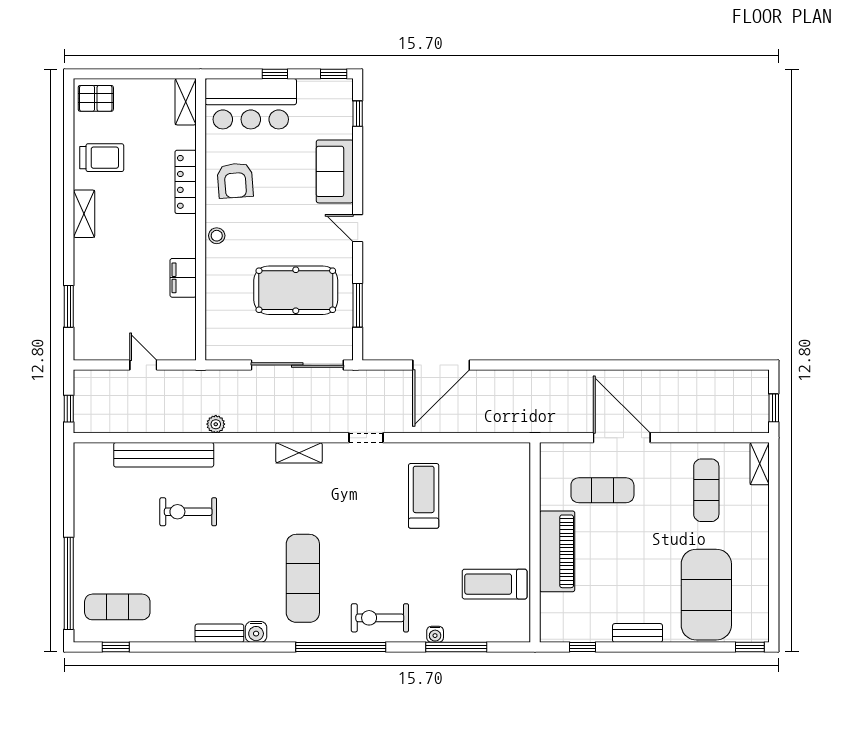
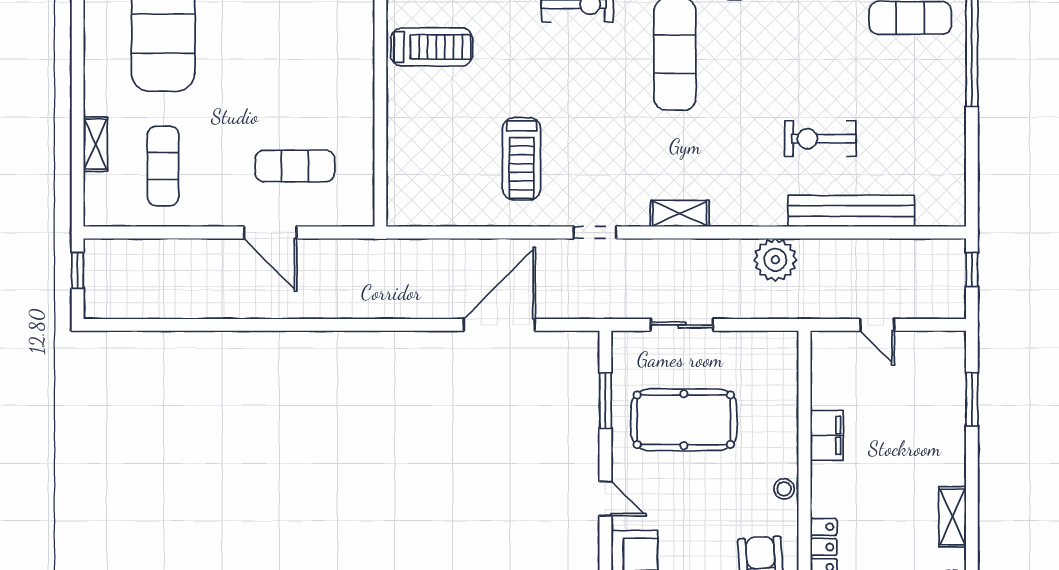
sliding door: (297, 365) -> (682, 325), width x0.54
plant: (216, 424) -> (775, 260), width x1.87, depth x1.87
door: (622, 438) -> (270, 233), width x0.73
shelving: (760, 464) -> (95, 144), moved
exercise bike: (188, 512) -> (820, 139), turned 180
piano: (557, 551) -> (352, 89), removed

